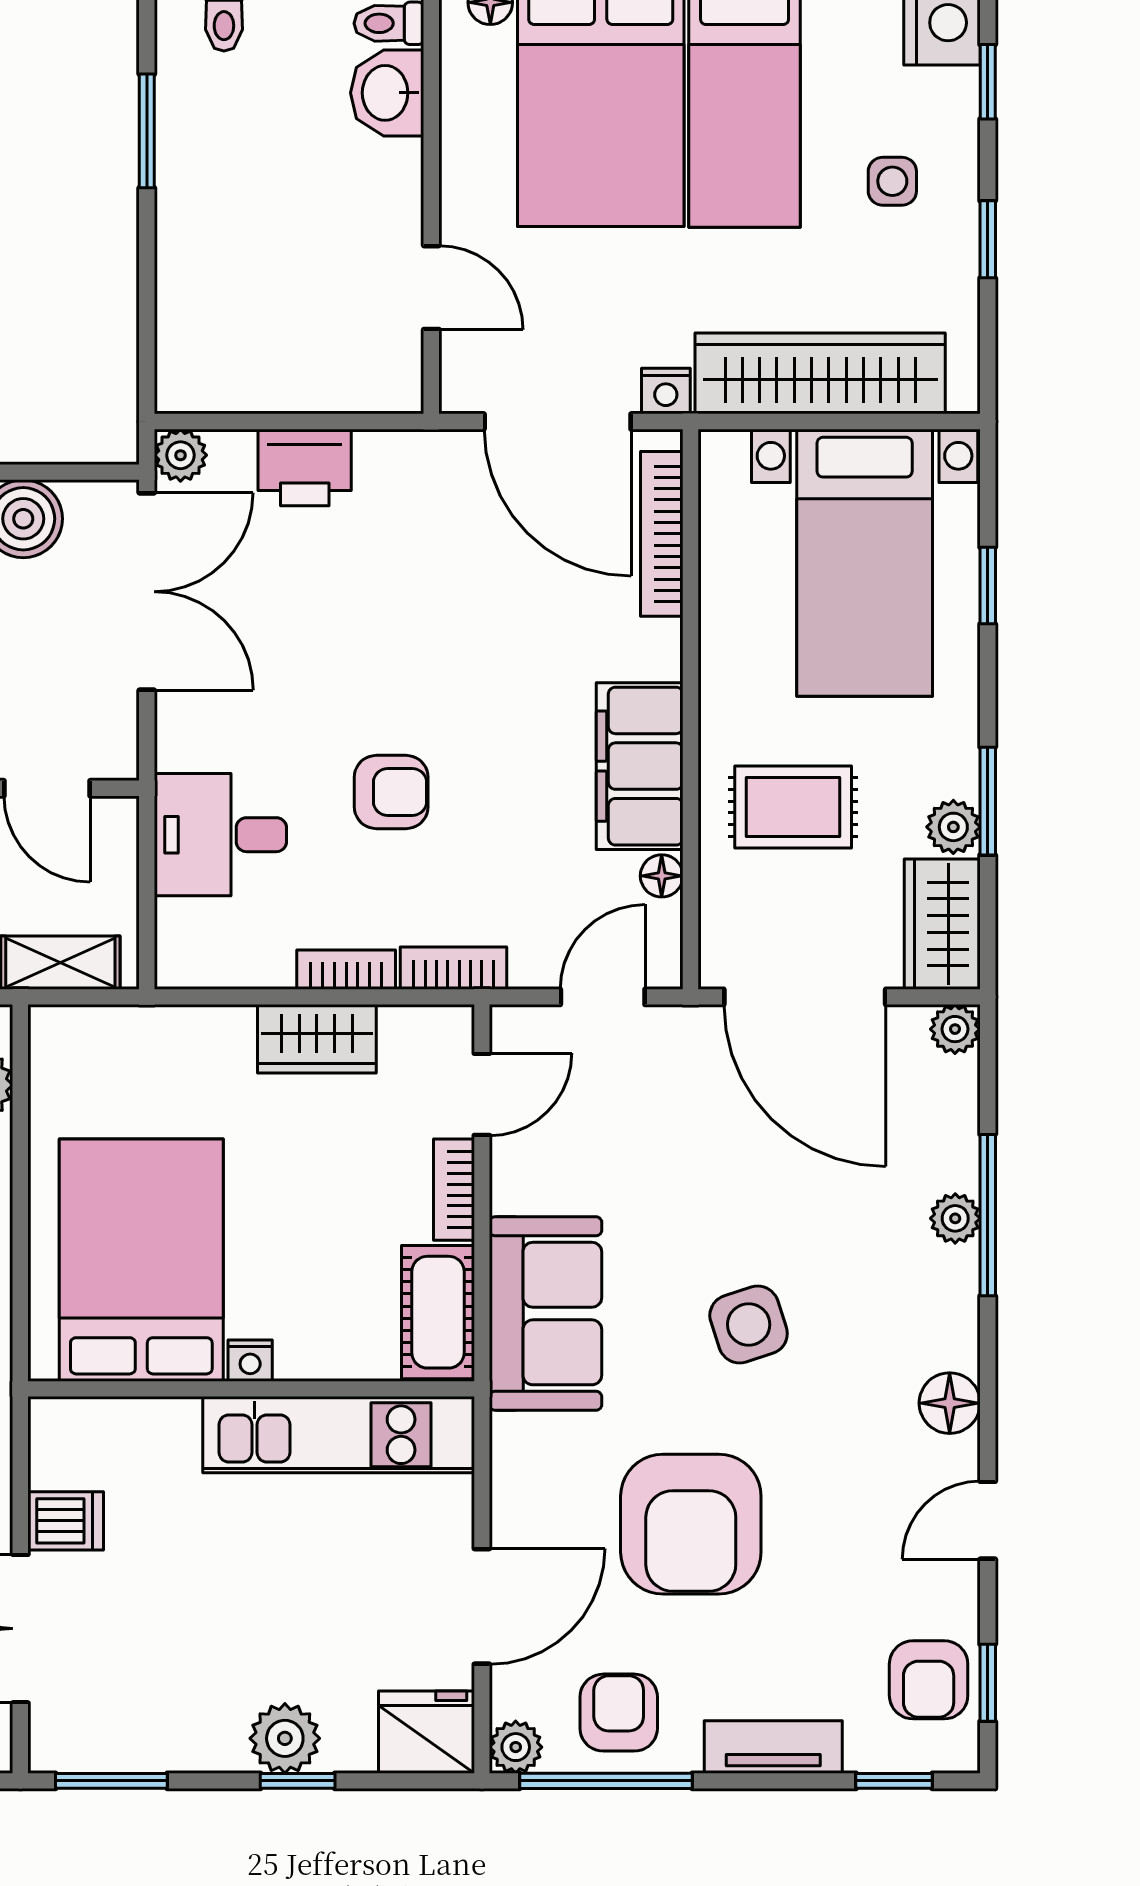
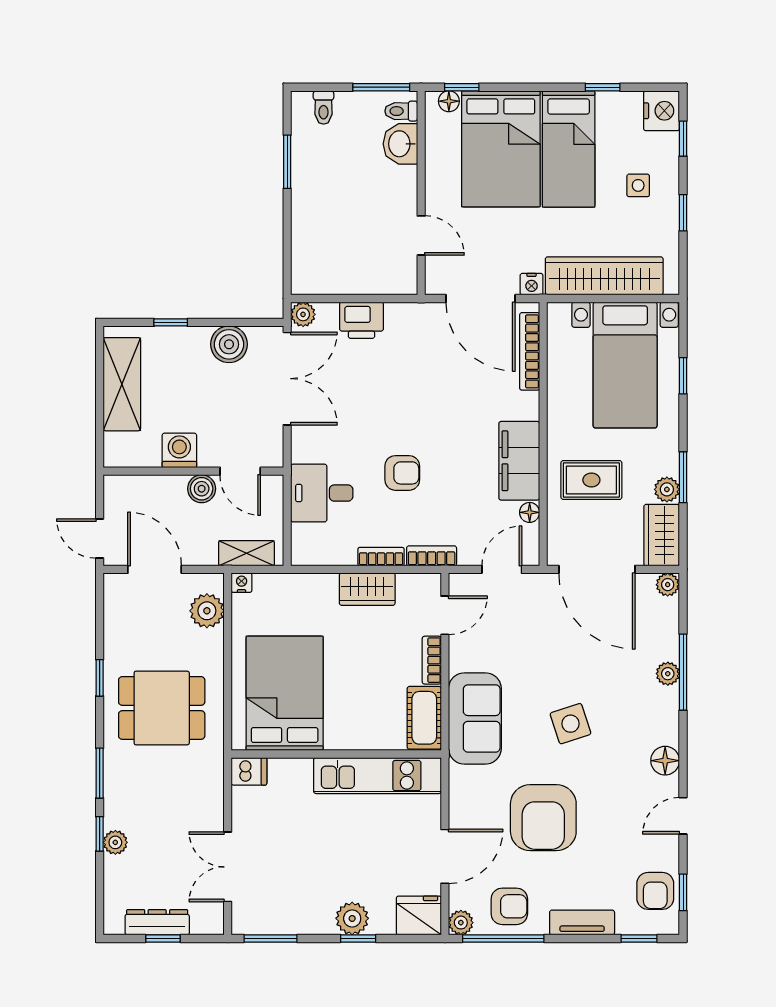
nightstand: (250, 1361) -> (242, 583), moved, turned 180
dishwasher: (66, 1521) -> (249, 771), moved
armchair: (619, 1713) -> (509, 906), turned 90

